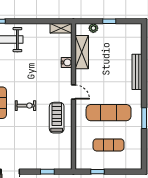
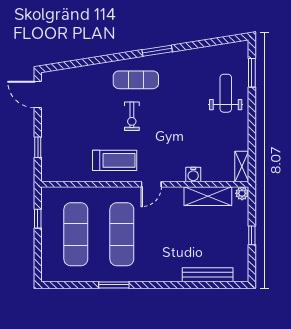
plant: (93, 28) -> (242, 193), moved
bench: (137, 72) -> (208, 275), moved
exercise mat: (109, 145) -> (76, 234), width x1.36, depth x1.45

